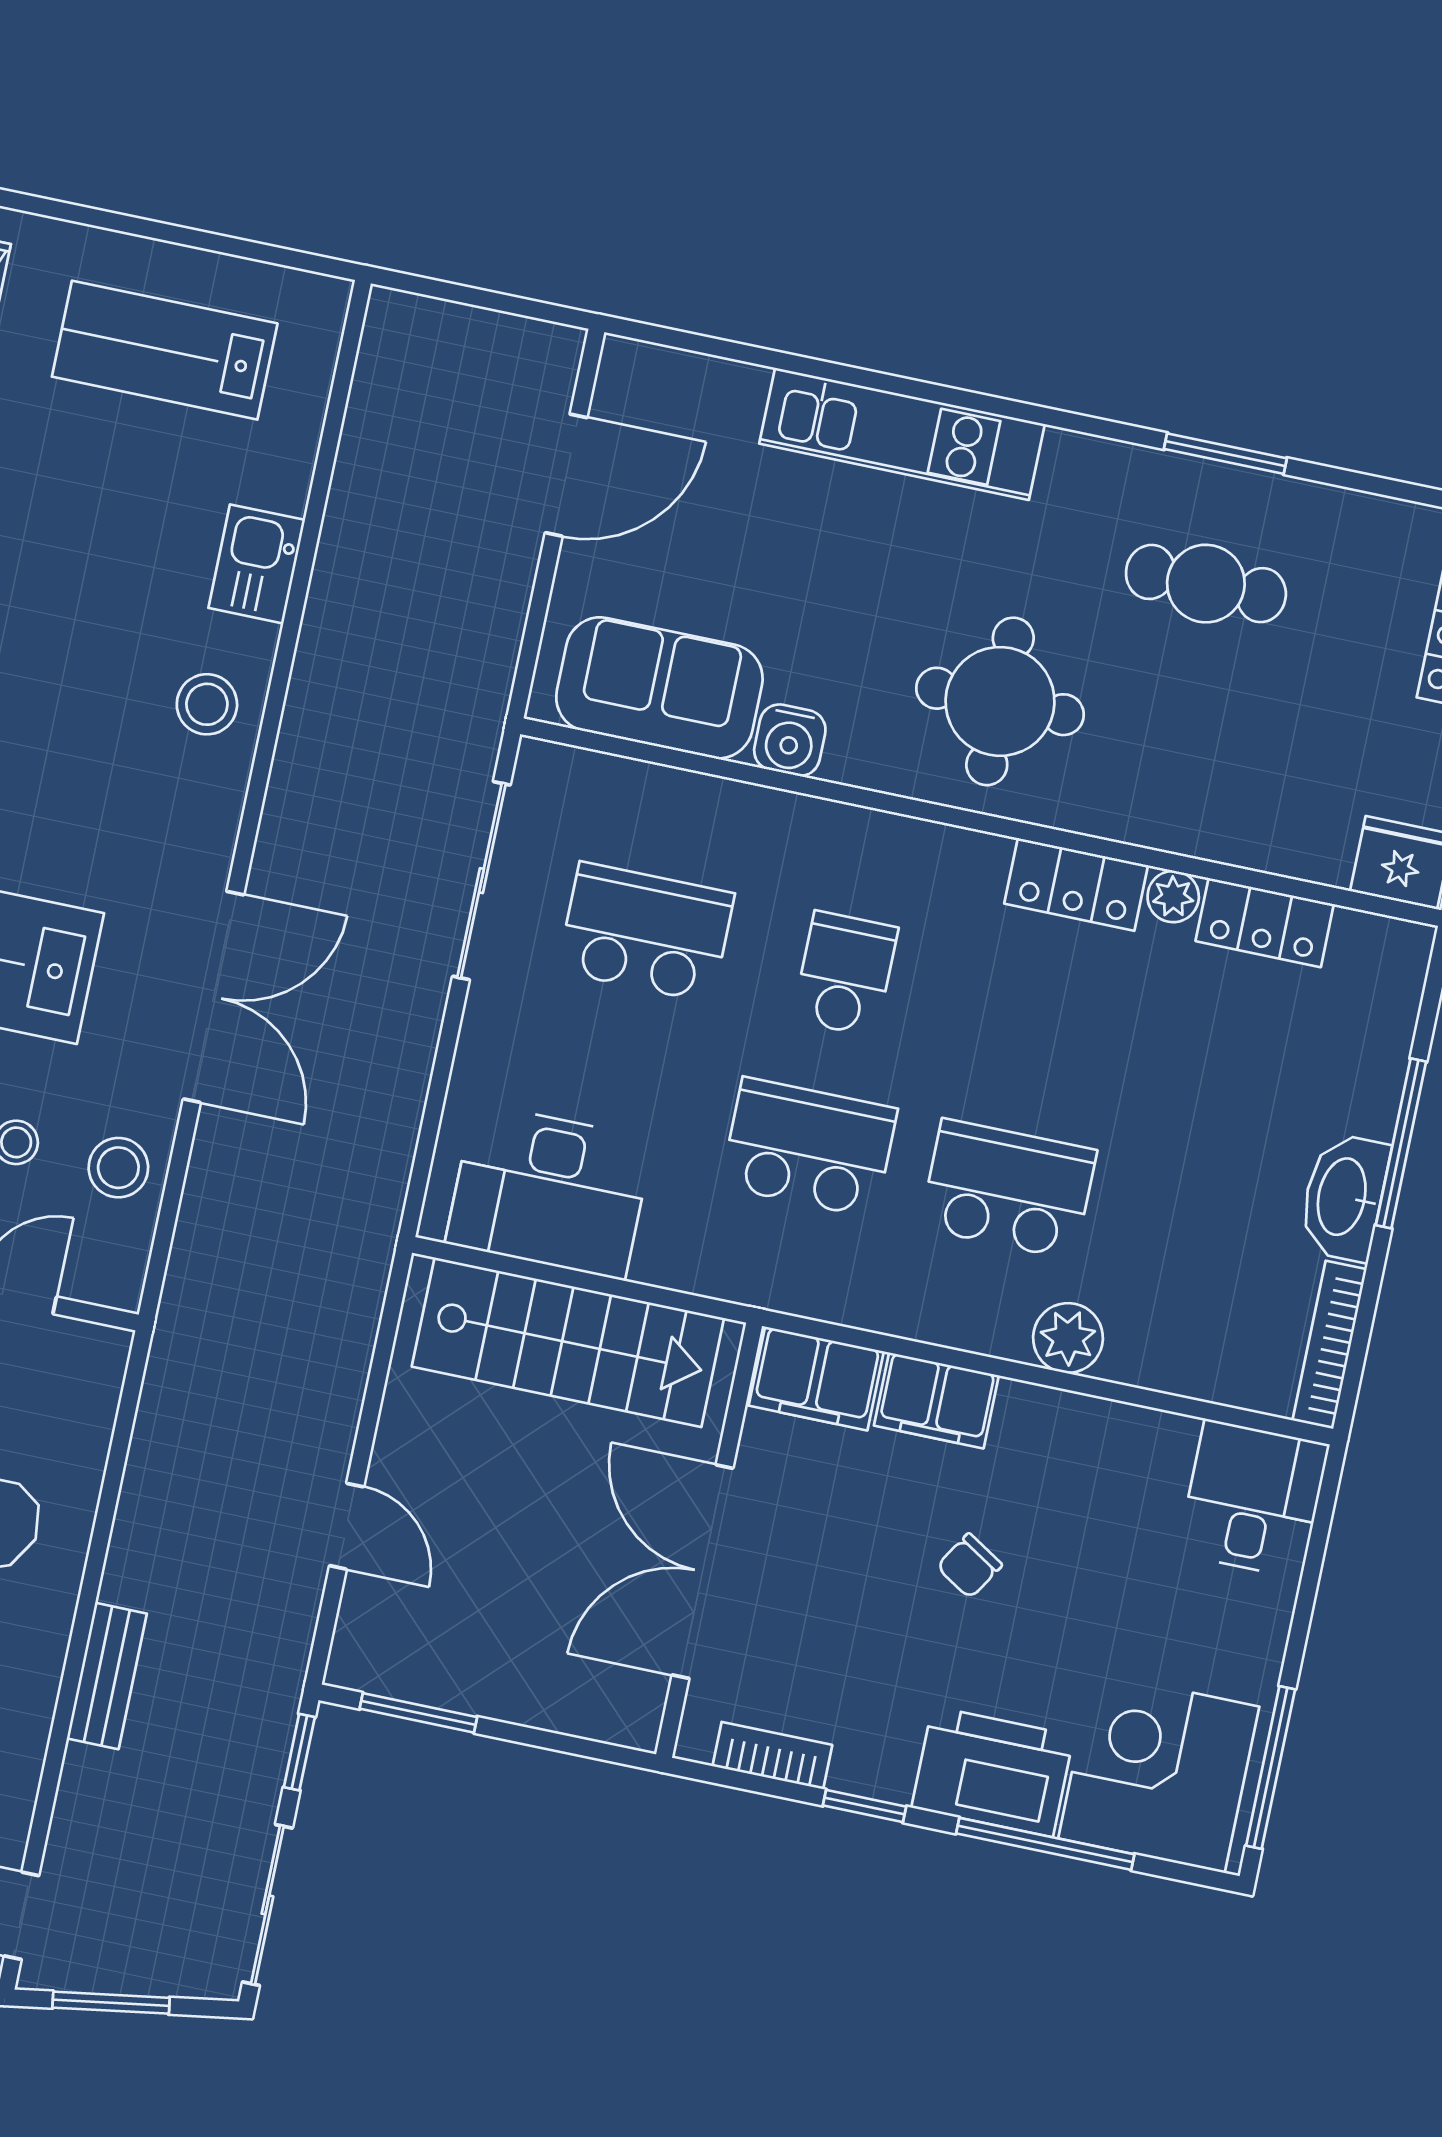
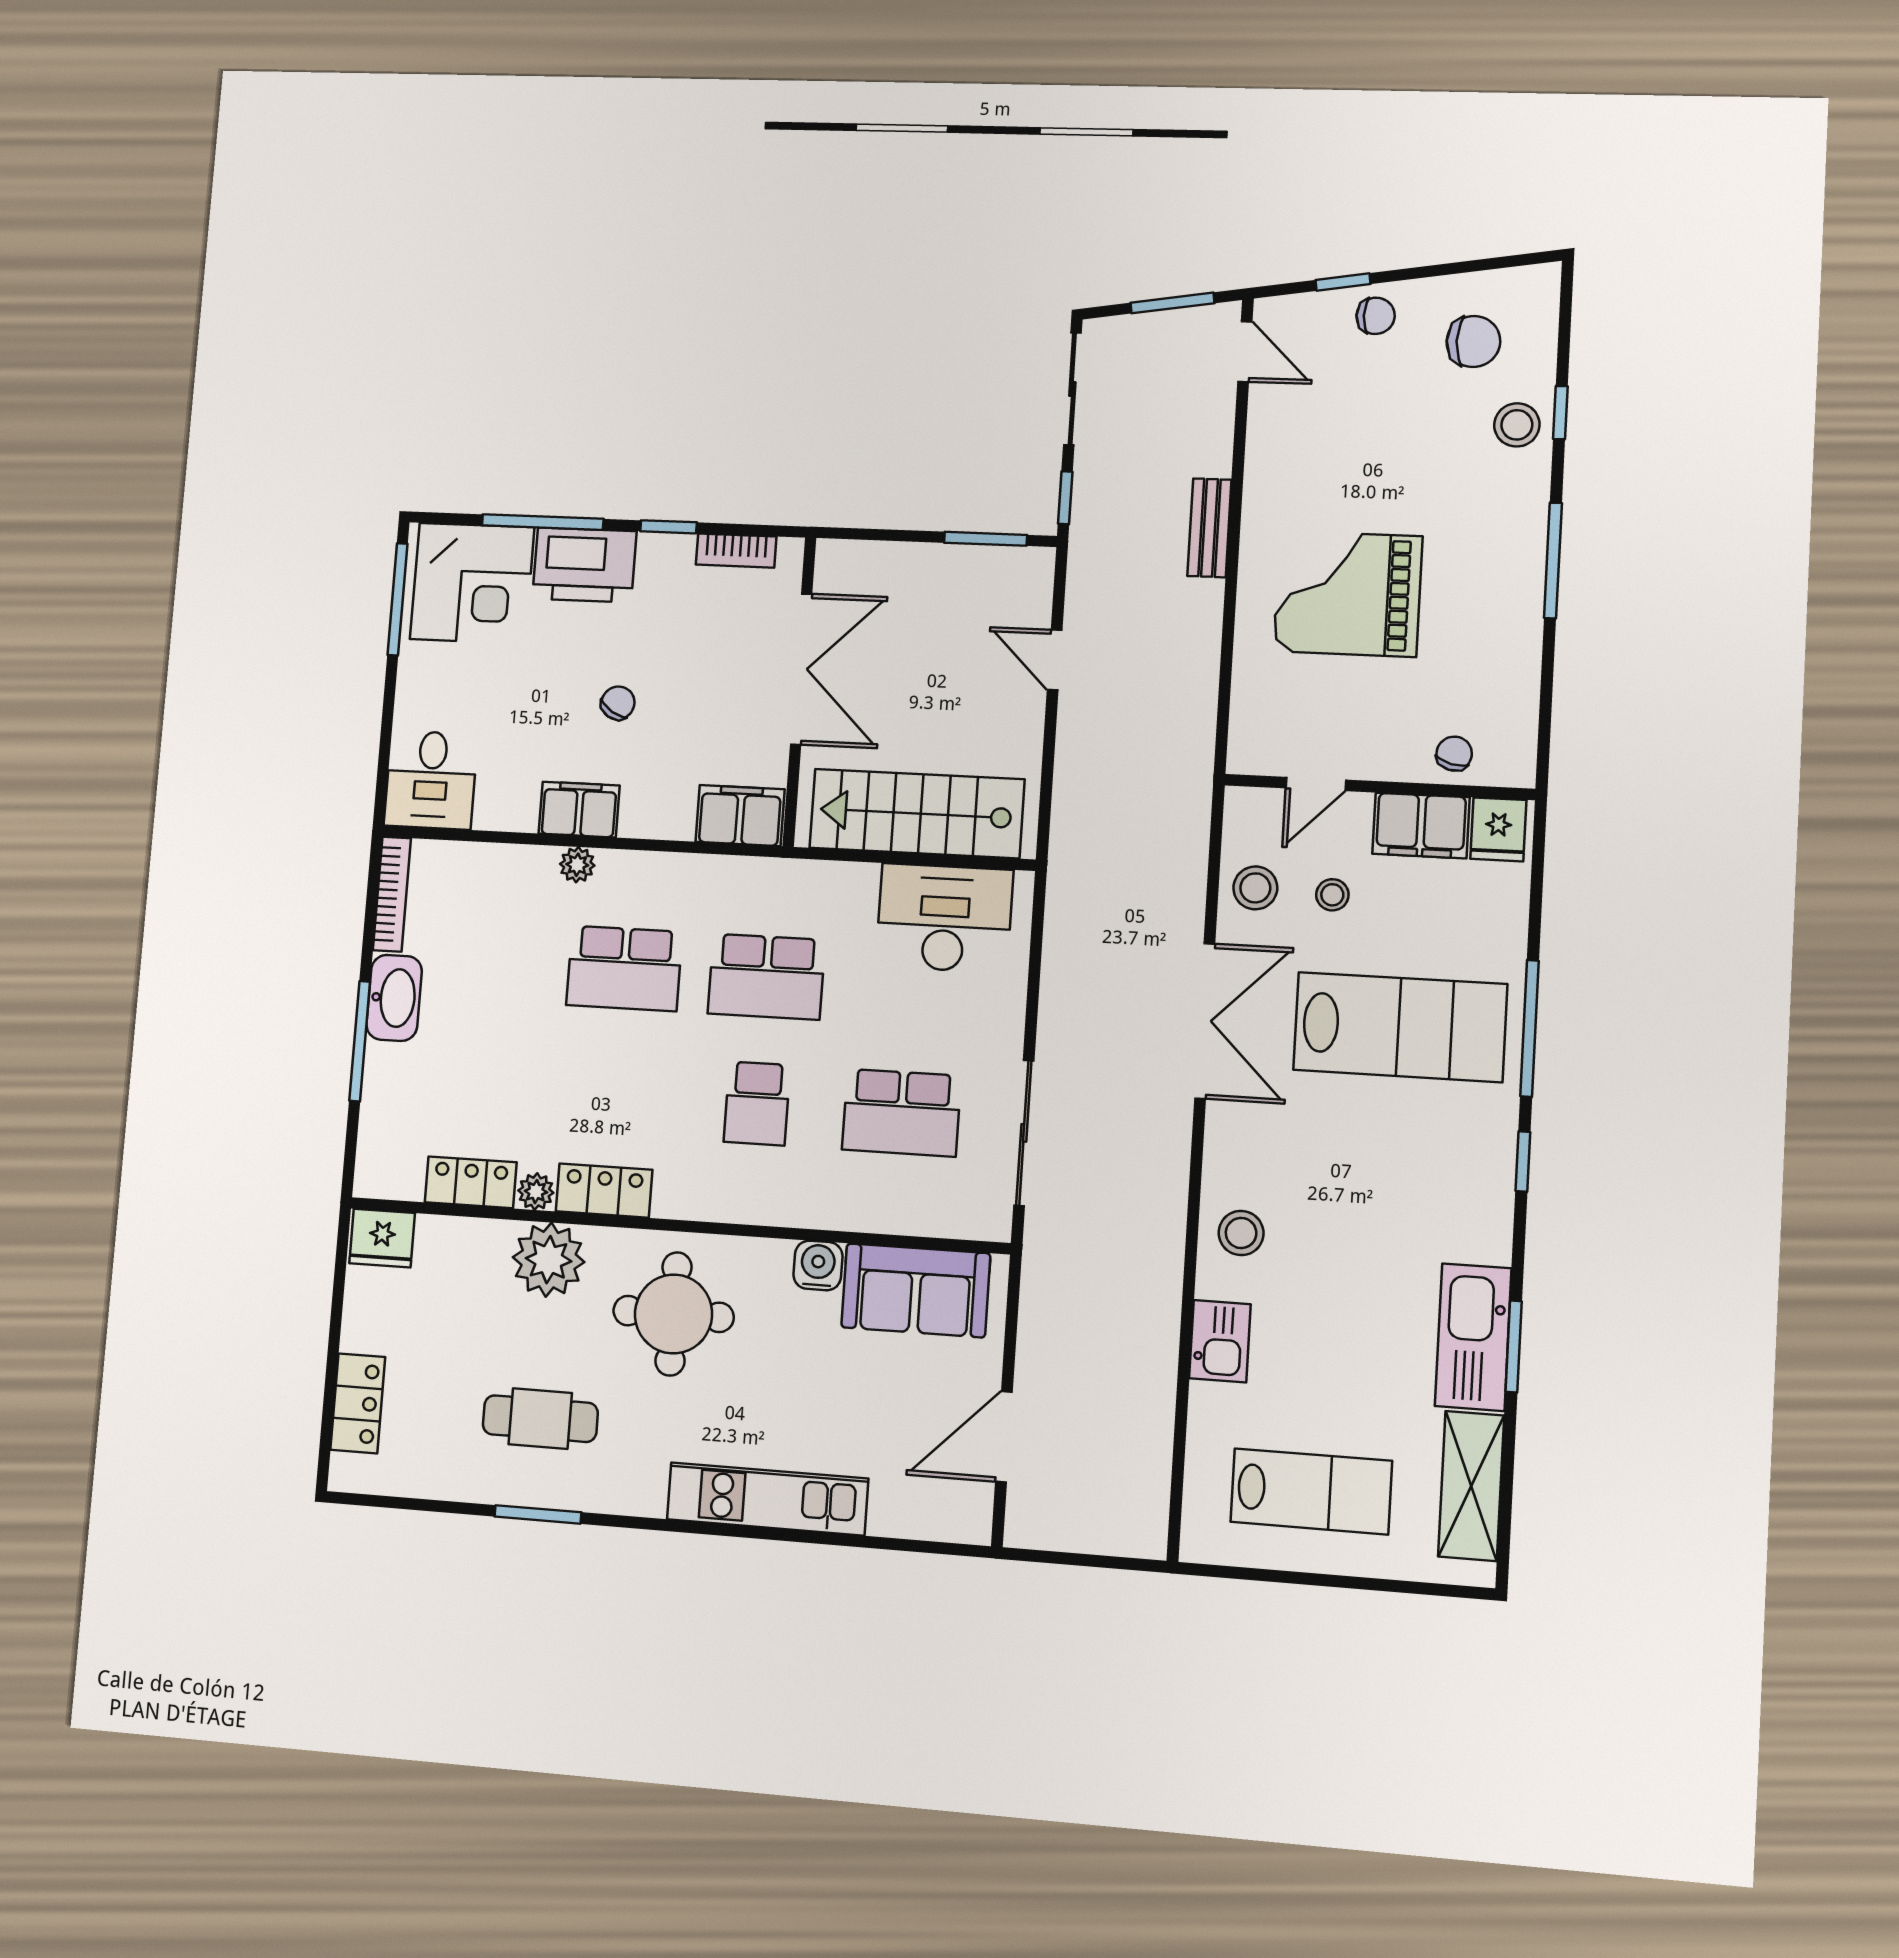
plant: (1167, 800) -> (549, 1260), added
double door: (214, 997) -> (1205, 1021), swing flipped
plant: (1068, 1338) -> (577, 865), width x0.73, depth x0.73
filing cabinet: (936, 1400) -> (579, 810), moved

